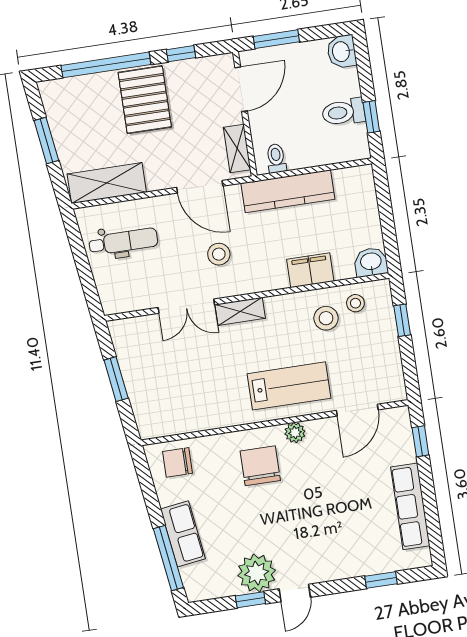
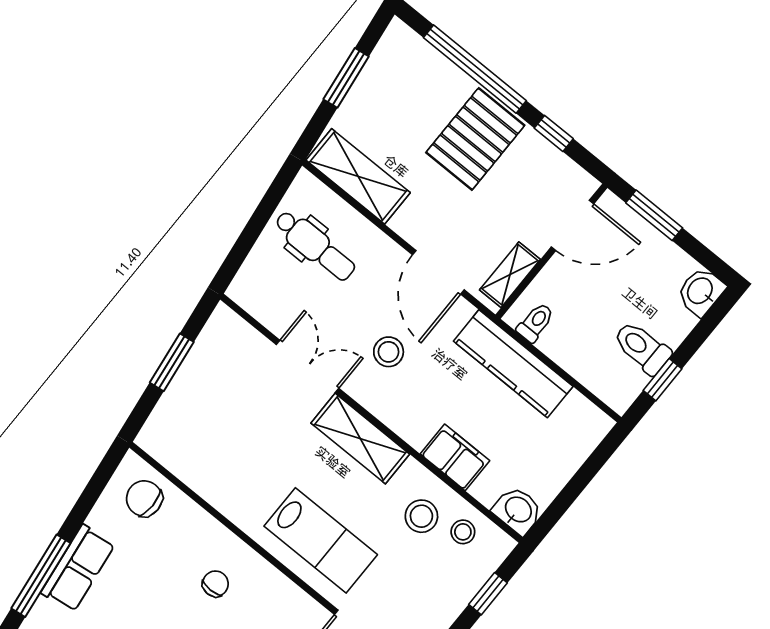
double door: (186, 306) -> (307, 366), swing flipped
shelving: (240, 311) -> (360, 439), width x1.50, depth x1.33
plant: (295, 433) -> (280, 588), removed
chair: (260, 466) -> (215, 584), width x0.54, depth x0.54

